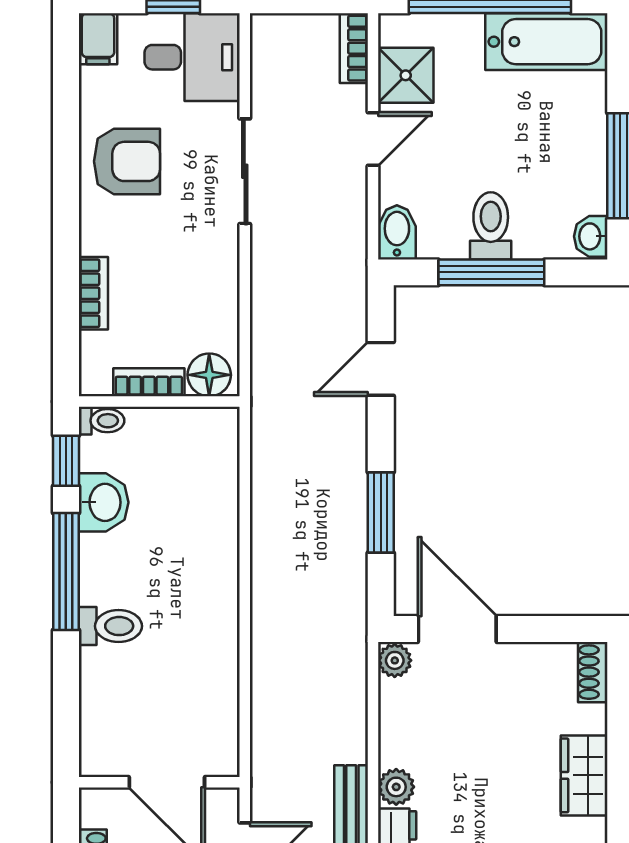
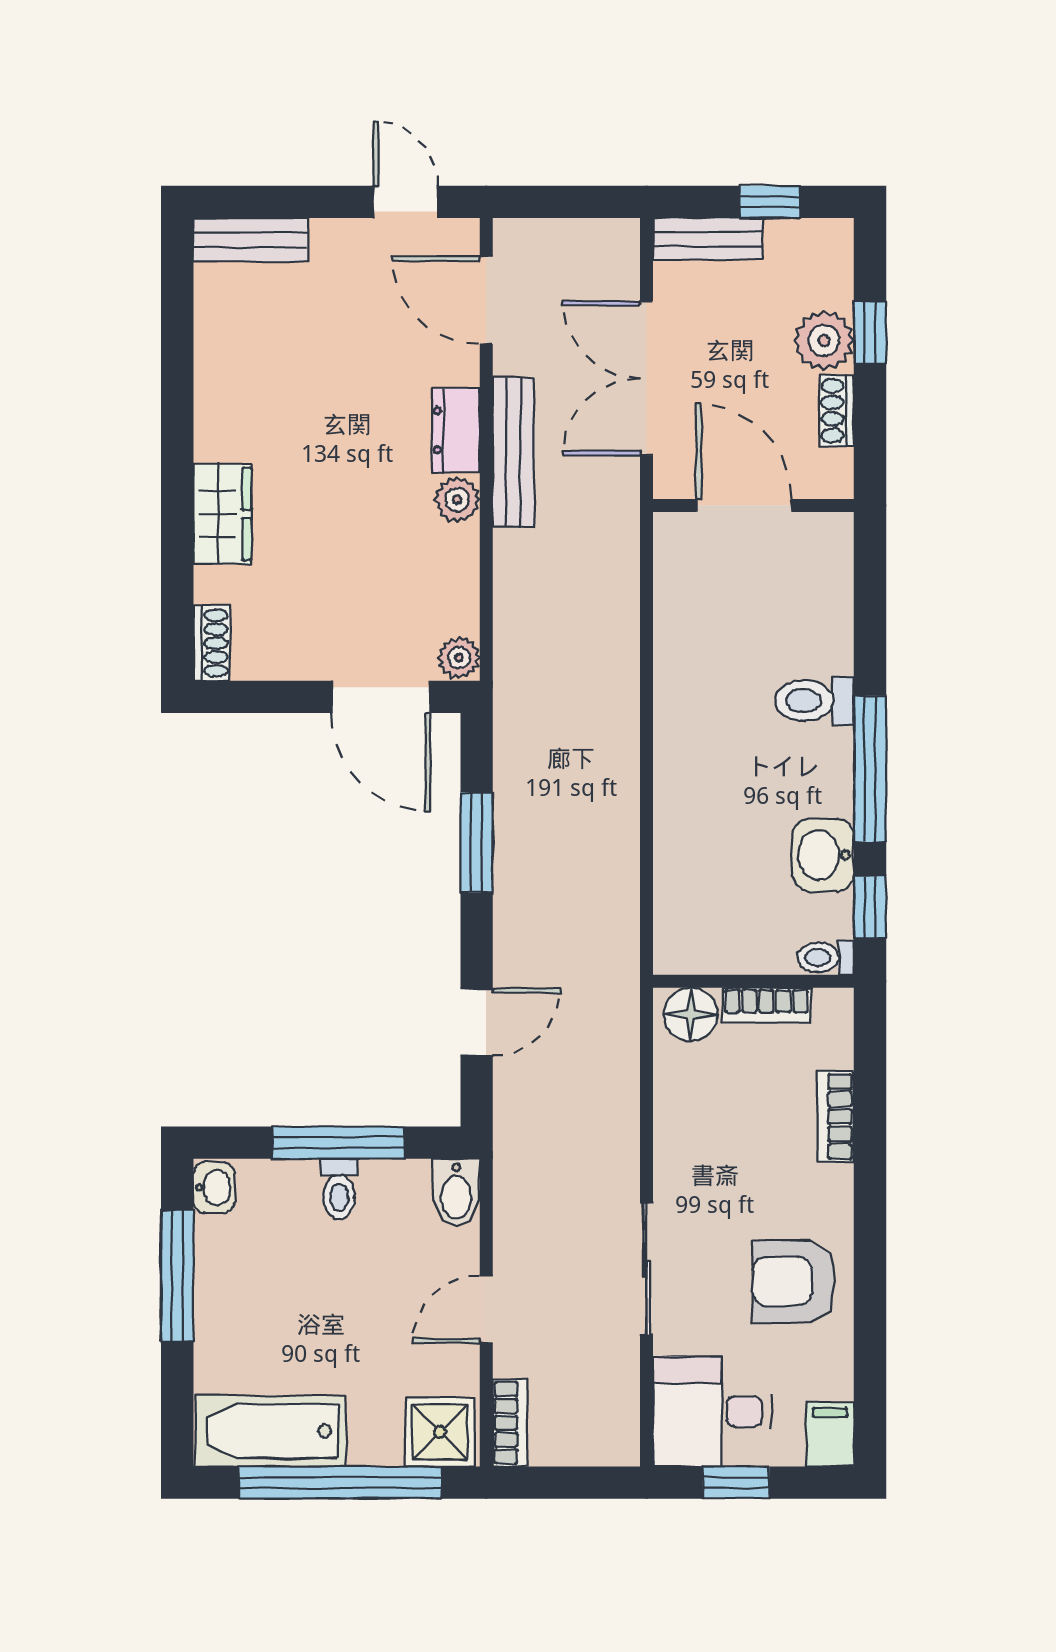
shower: (406, 75) -> (440, 1432), moved
toilet: (491, 226) -> (339, 1189), width x0.73, depth x0.72

